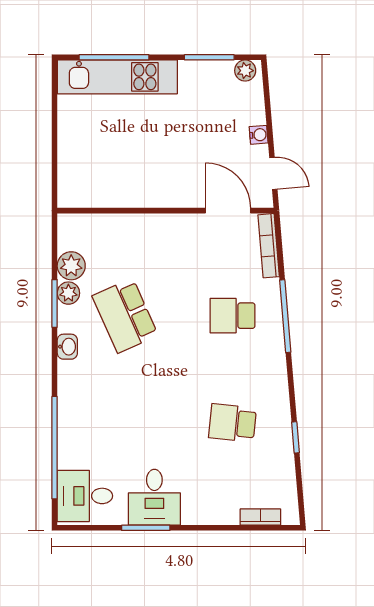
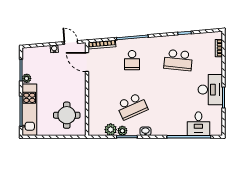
plant: (245, 71) -> (27, 78), moved
round table: (105, 164) -> (67, 115), added
door: (273, 173) -> (71, 43), hinge flipped
door: (228, 211) -> (87, 62), hinge flipped
school desk: (232, 423) -> (178, 60), width x1.85
desk: (85, 496) -> (198, 124), moved
desk: (154, 497) -> (210, 90), width x1.37

